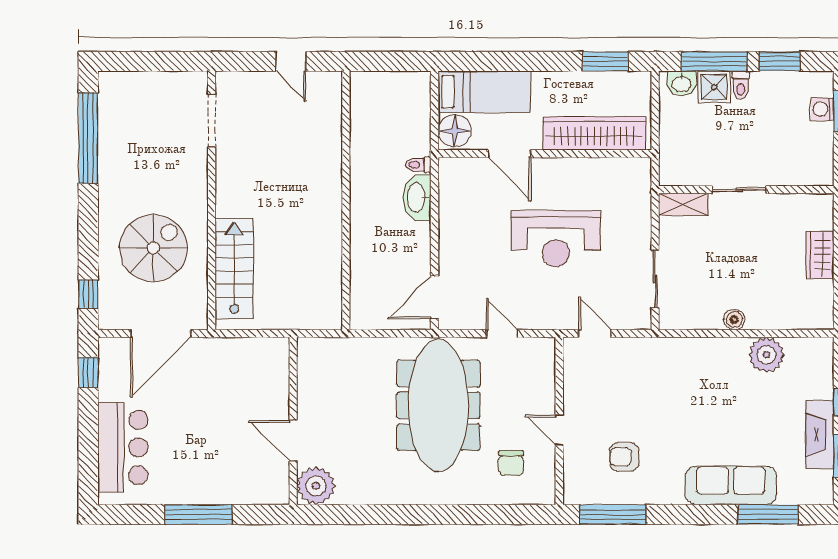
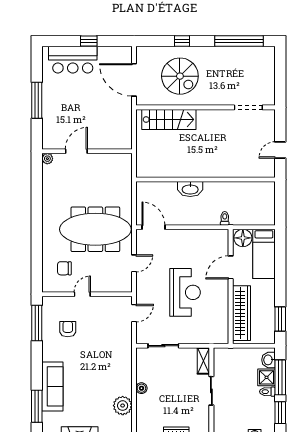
washbasin: (417, 198) -> (190, 189), moved, turned 180
reception desk: (556, 239) -> (185, 292), turned 180
window: (88, 294) -> (182, 41), moved
window: (88, 373) -> (89, 41), moved
plant: (316, 486) -> (47, 159), width x0.53, depth x0.53

